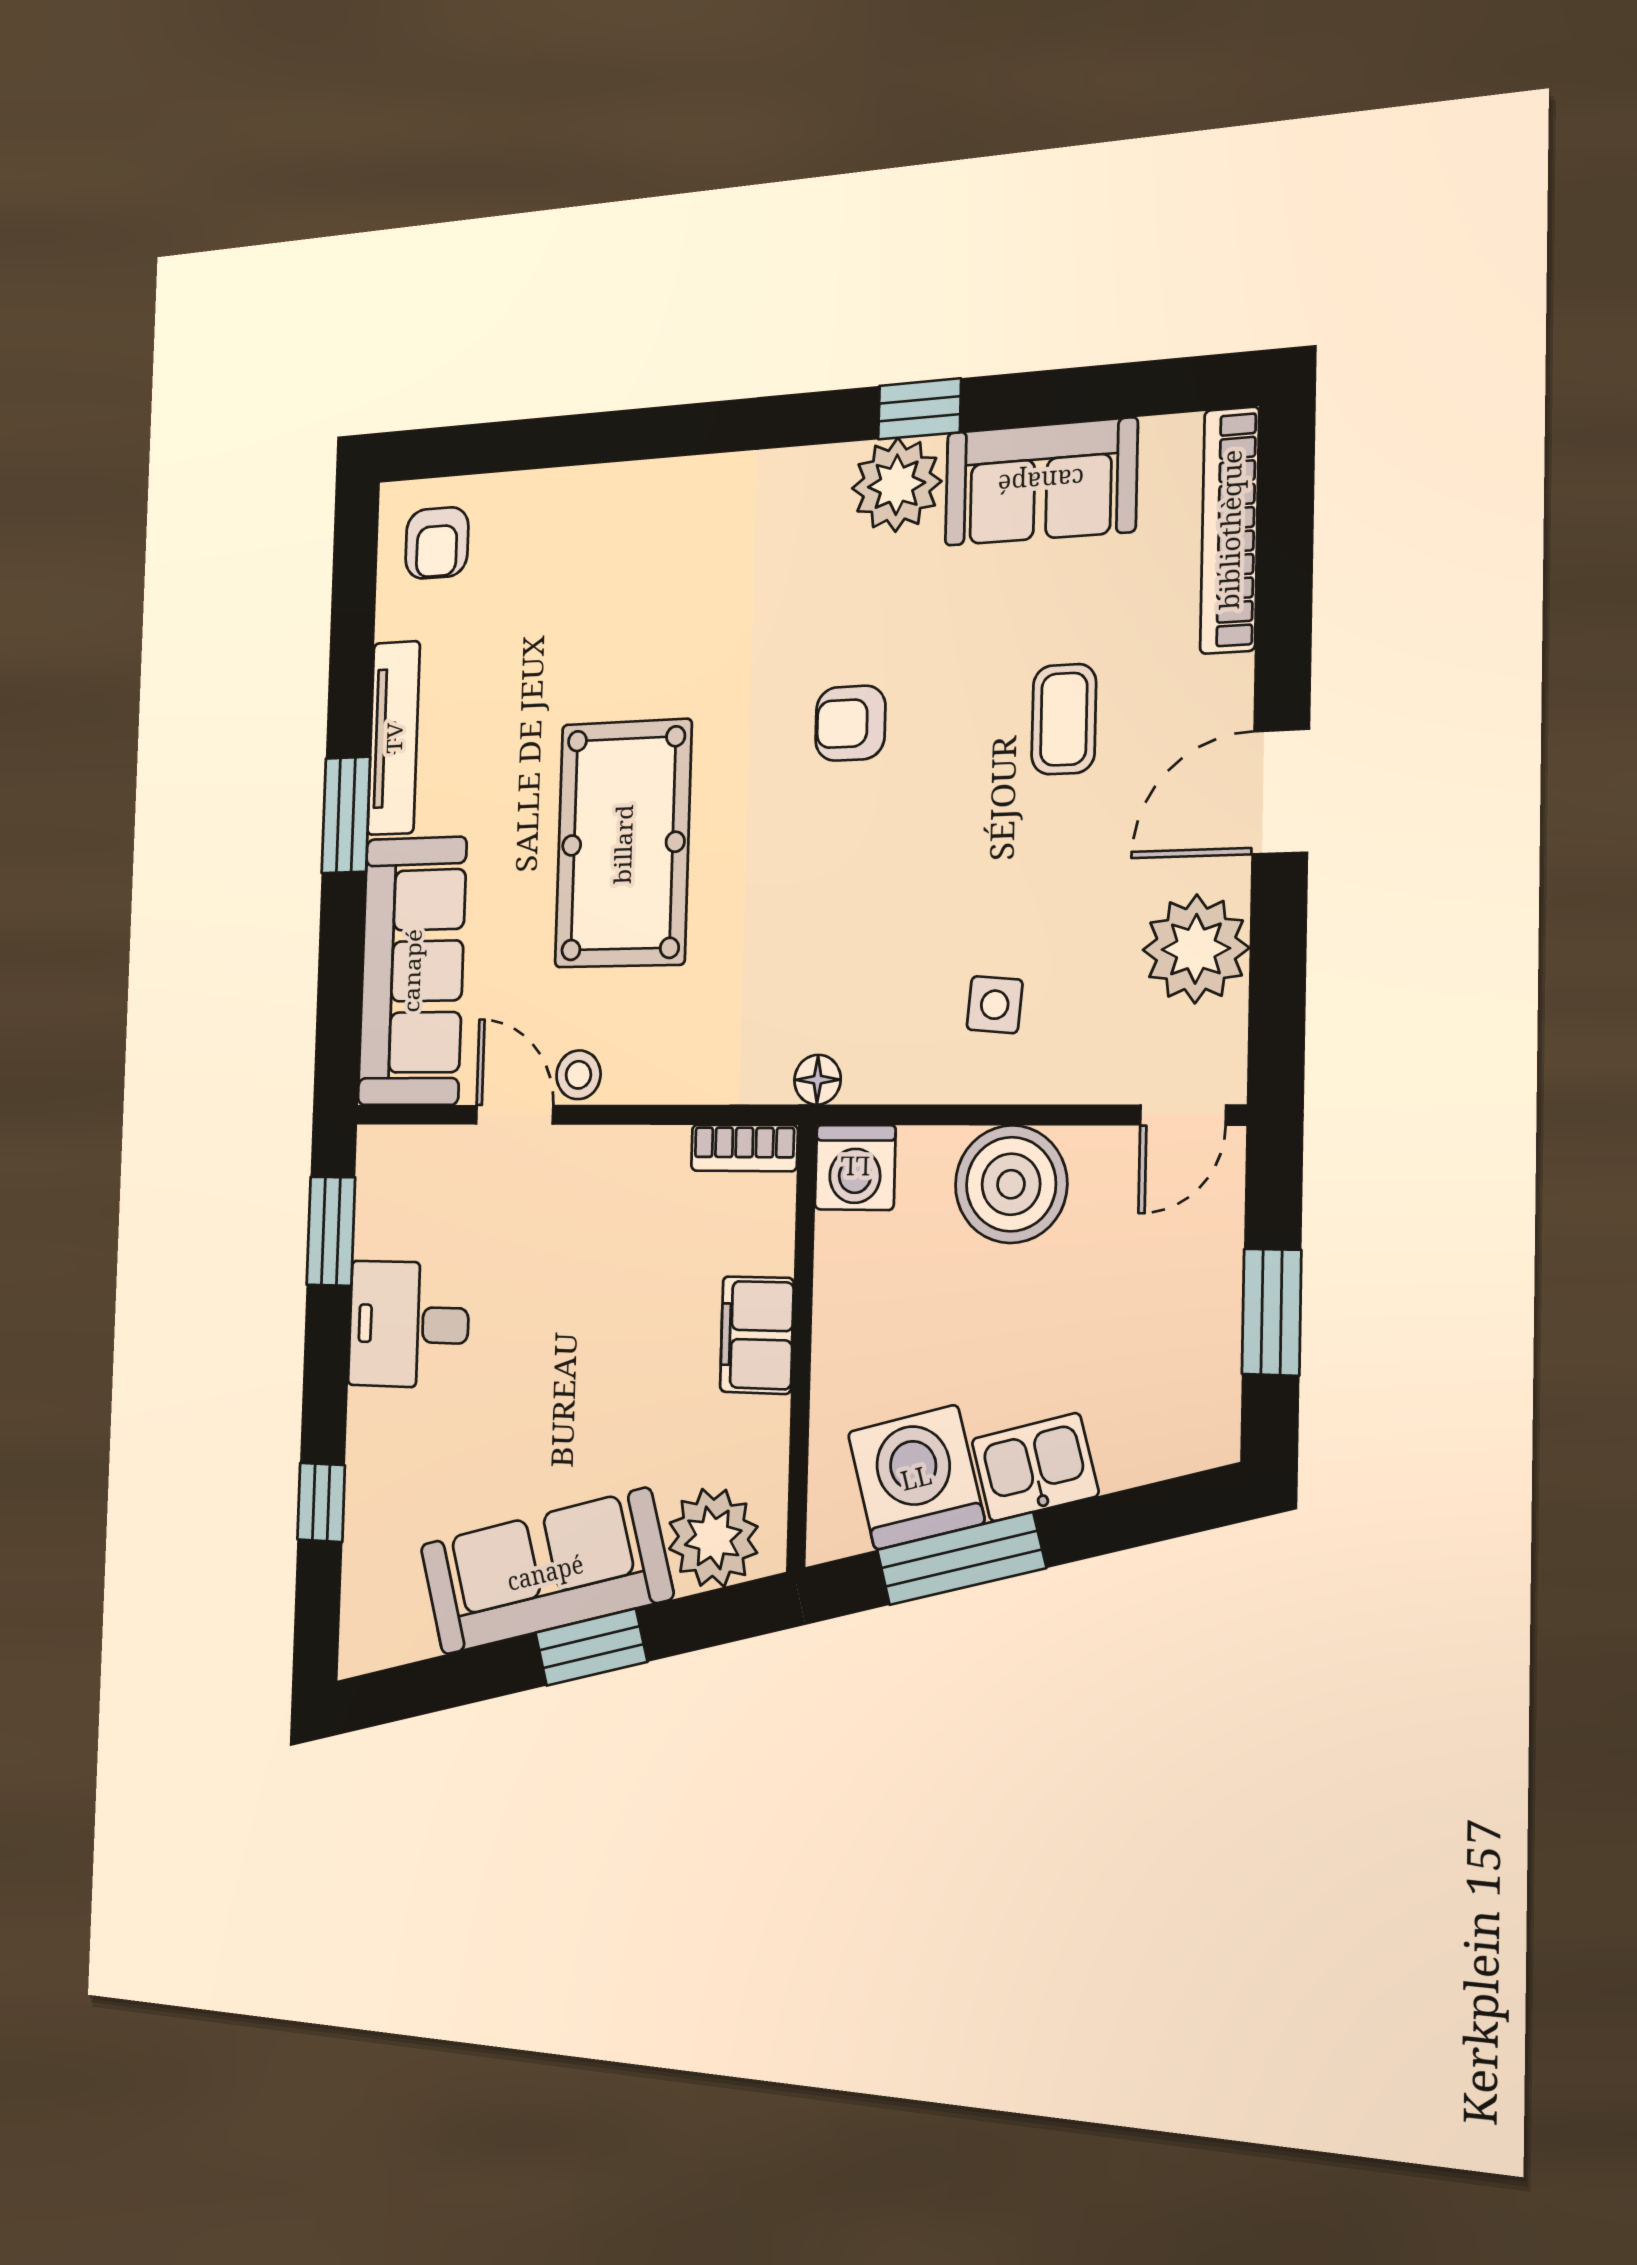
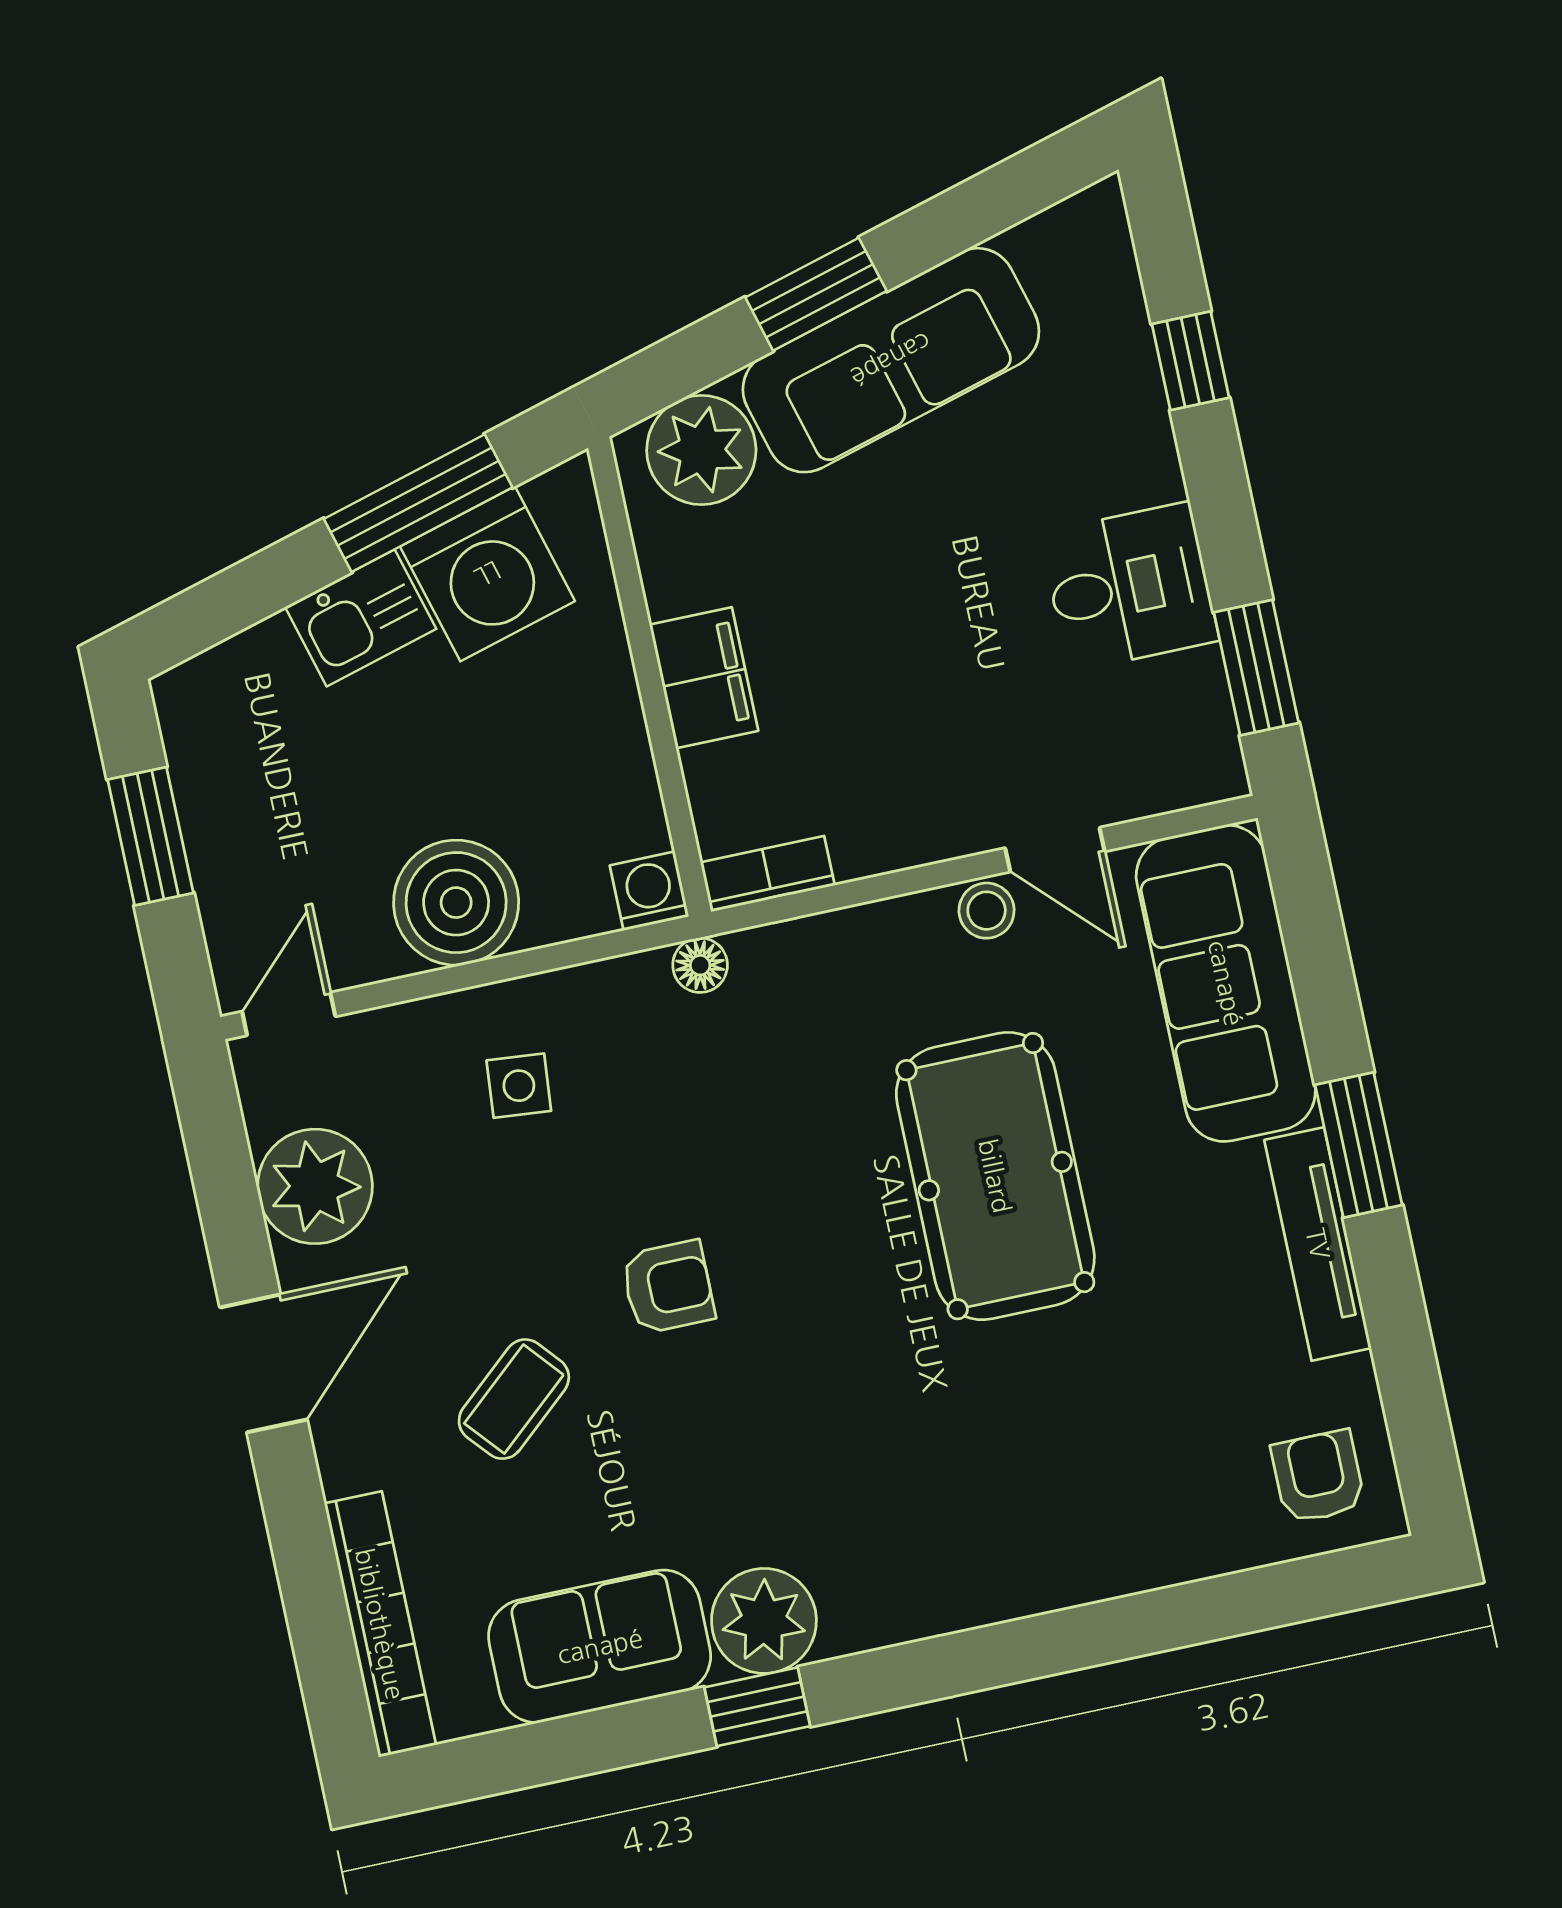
coffee table: (1064, 719) -> (514, 1399), turned 49
armchair: (850, 723) -> (668, 1287), moved
washing machine: (855, 1167) -> (649, 891), width x0.73, depth x0.73

